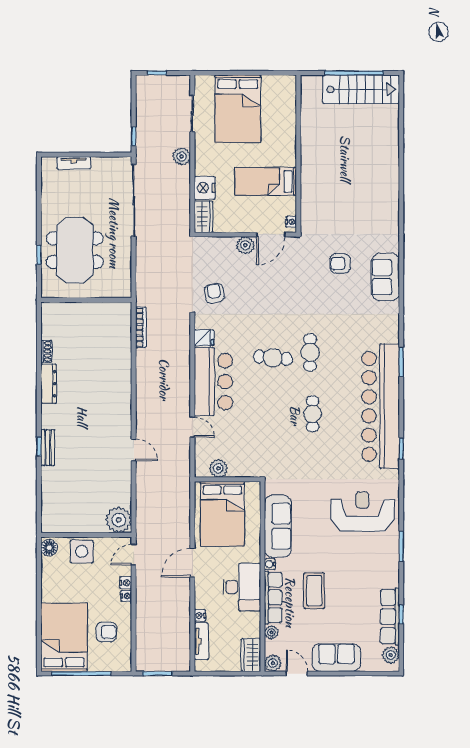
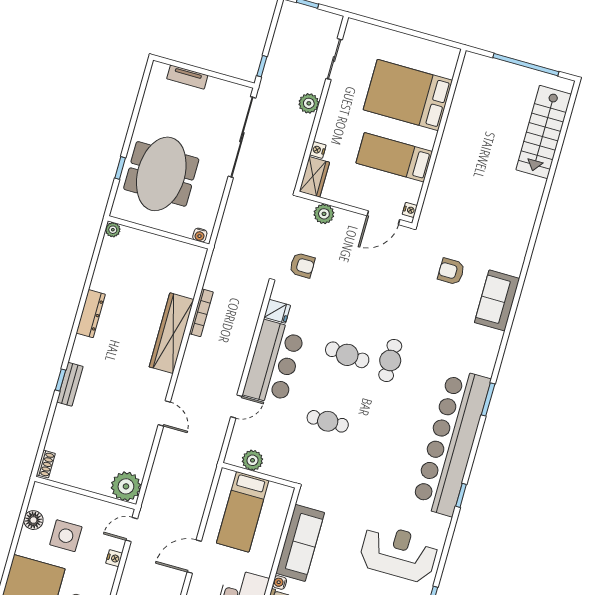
stairs: (361, 89) -> (544, 132), moved, turned 90
bed: (238, 109) -> (408, 95), moved, turned 90
nightstand: (205, 188) -> (318, 150), width x0.53, depth x0.56
plant: (245, 245) -> (324, 214), moved
water cooler: (121, 292) -> (200, 235), added
armchair: (214, 293) -> (302, 265), turned 100
plant: (47, 308) -> (113, 230), added
bookcase: (141, 327) -> (201, 313), moved
shoe rack: (46, 351) -> (46, 464), moved
wardrobe: (121, 381) -> (171, 333), added
cafe table: (313, 414) -> (328, 421), moved, turned 90
door: (192, 427) -> (236, 407), hinge flipped
bed: (222, 514) -> (243, 512), width x0.67
floor lamp: (49, 548) -> (33, 520), moved
side table: (82, 551) -> (66, 536), moved
nightstand: (126, 596) -> (111, 573), removed

